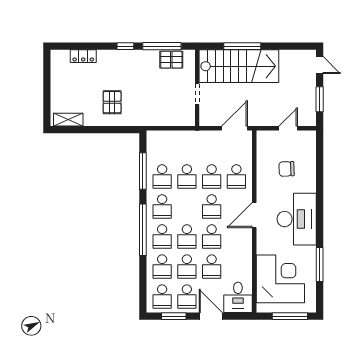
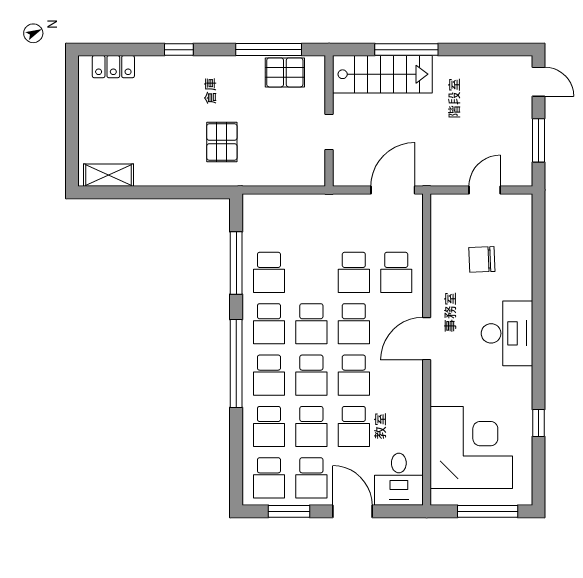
window: (125, 46) -> (179, 50), moved
locker: (83, 56) -> (113, 67), moved
stairs: (239, 66) -> (382, 74), width x0.73, depth x0.66
pallet: (112, 102) -> (222, 142), moved
school desk: (187, 176) -> (311, 324), moved
desk: (297, 219) -> (507, 333), width x0.73, depth x0.77
window: (320, 264) -> (539, 423), width x0.46

